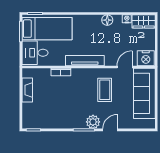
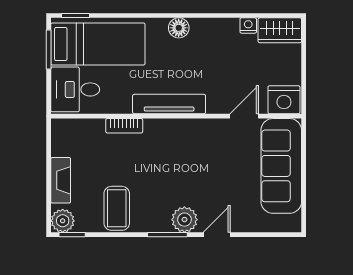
floor lamp: (107, 20) -> (179, 28), moved
fireplace: (27, 90) -> (61, 180), moved
coffee table: (105, 90) -> (117, 208), moved
plant: (28, 122) -> (63, 221), added

